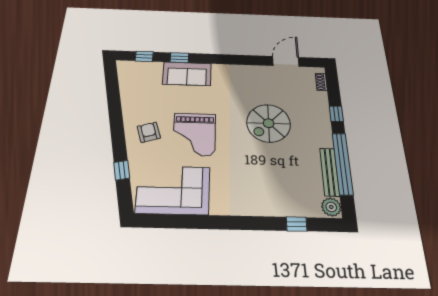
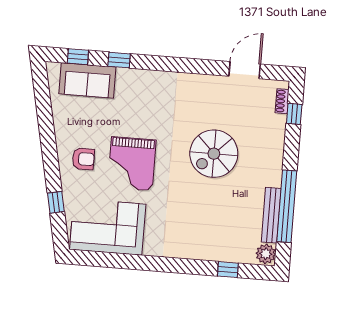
sofa: (187, 74) -> (87, 80), moved
window: (336, 114) -> (294, 114), moved
armchair: (149, 132) -> (83, 159), turned 107

